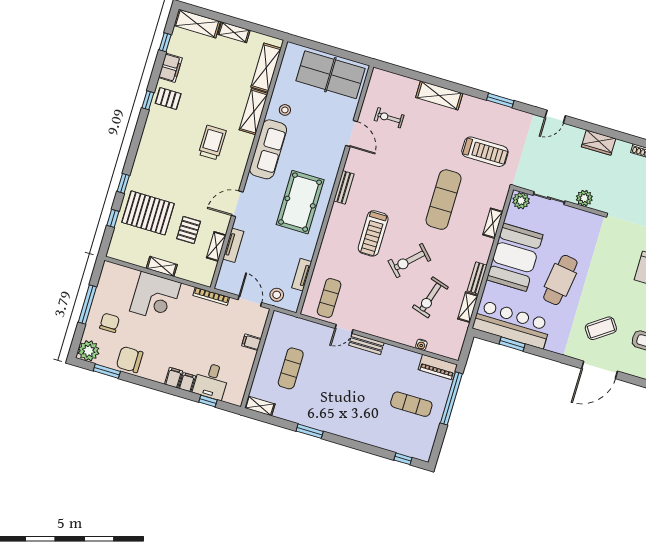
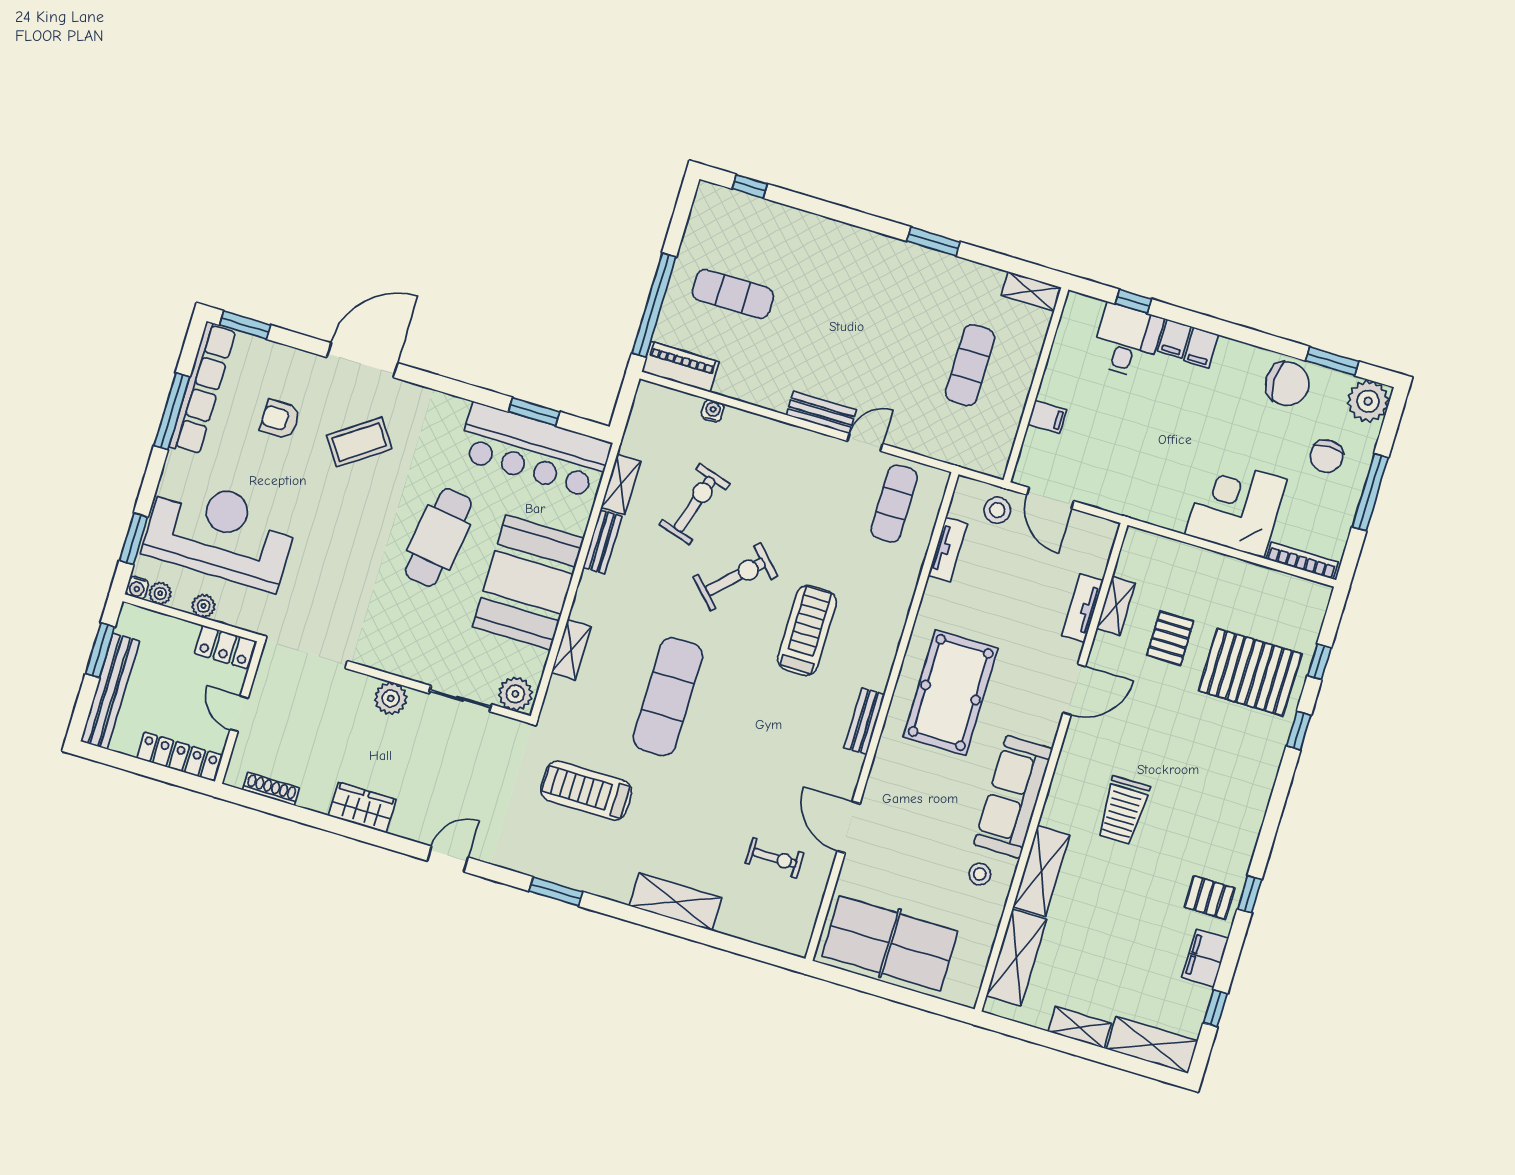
shelving: (162, 266) -> (1223, 567), removed
bookcase: (211, 296) -> (1302, 561), moved

